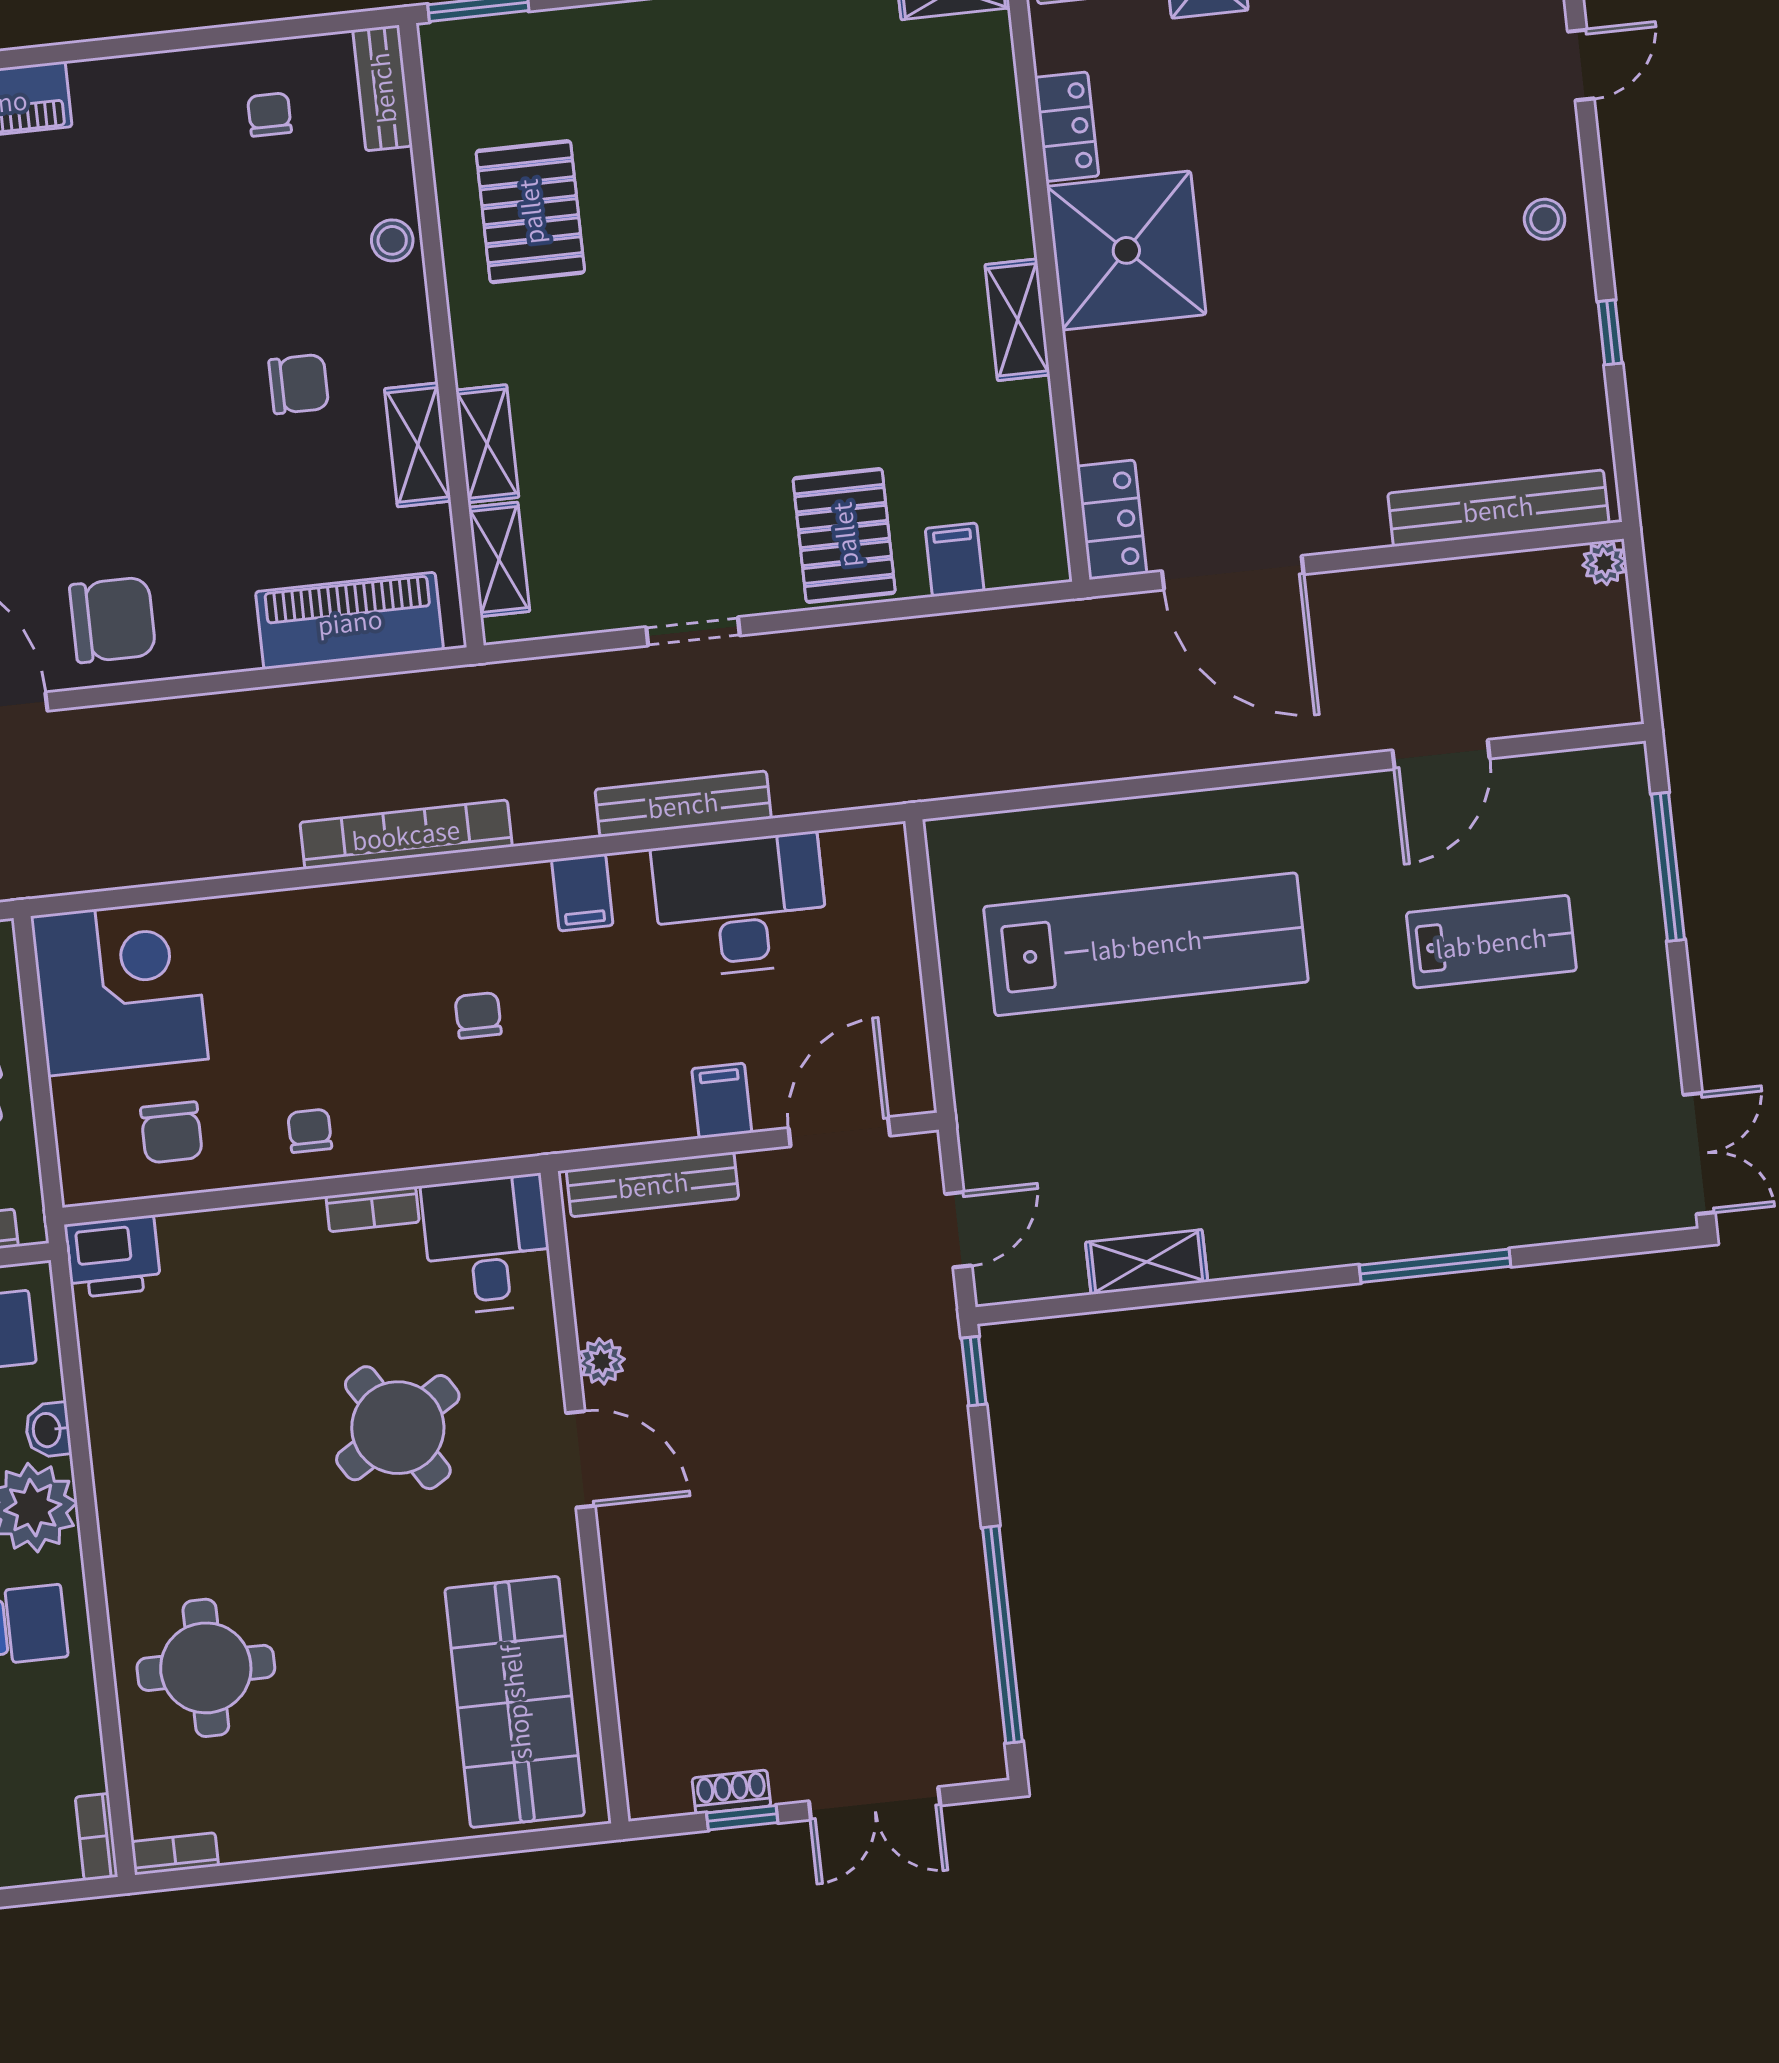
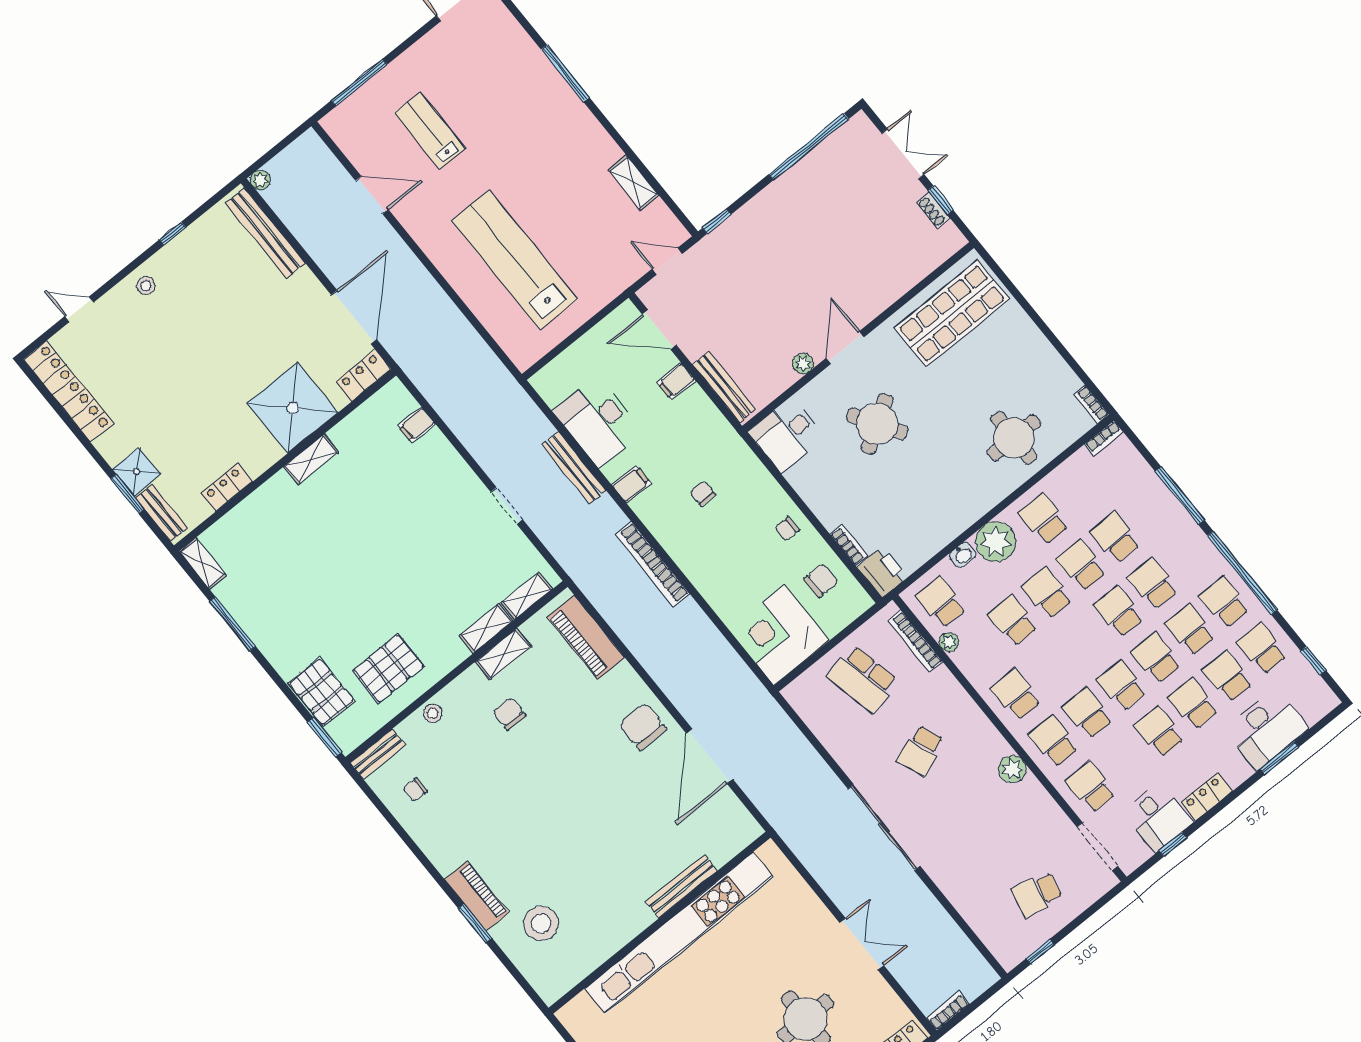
shower: (1126, 250) -> (293, 408), moved
pallet: (844, 535) -> (321, 692), moved, turned 90
chair: (478, 1015) -> (703, 494), turned 90
bookcase: (373, 1209) -> (849, 545), moved

